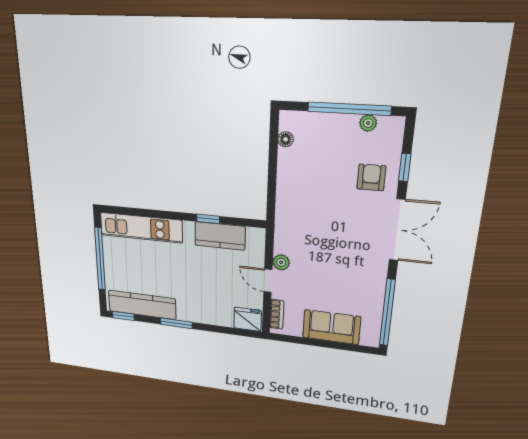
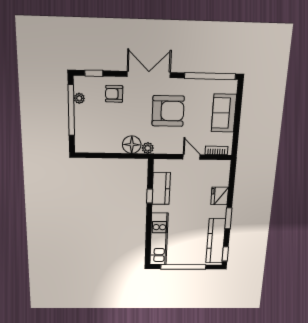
floor lamp: (286, 139) -> (132, 145), moved, width x1.89, depth x1.89
window: (405, 167) -> (94, 73), moved
armchair: (339, 253) -> (168, 111), added
plant: (281, 262) -> (148, 148), moved
door: (268, 281) -> (191, 157), swing flipped
fridge: (248, 319) -> (220, 196), moved

